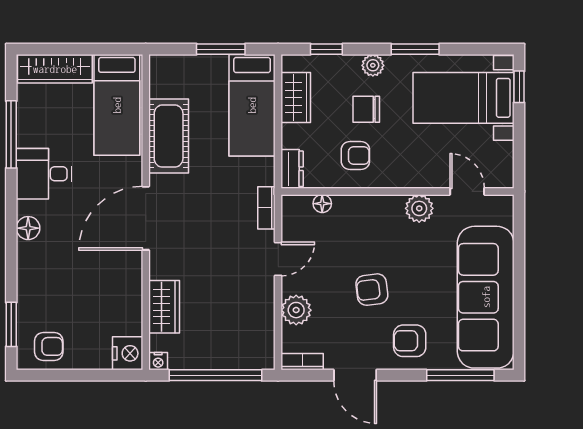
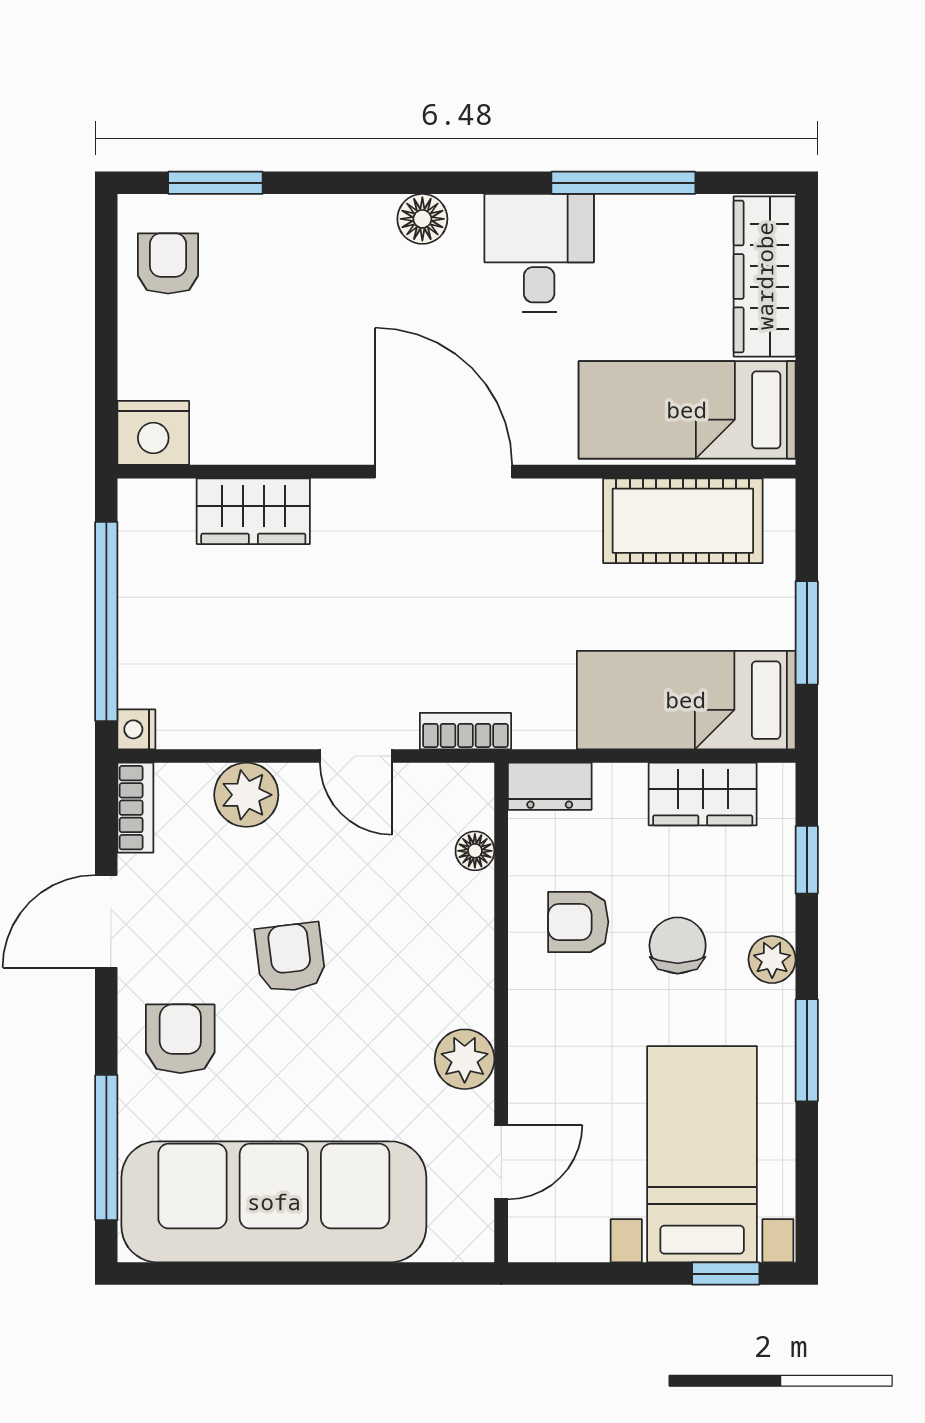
cot: (169, 136) -> (683, 521), moved
armchair: (355, 155) -> (578, 922), turned 90
armchair: (49, 346) -> (168, 263), turned 180
nightstand: (158, 361) -> (136, 729), moved

